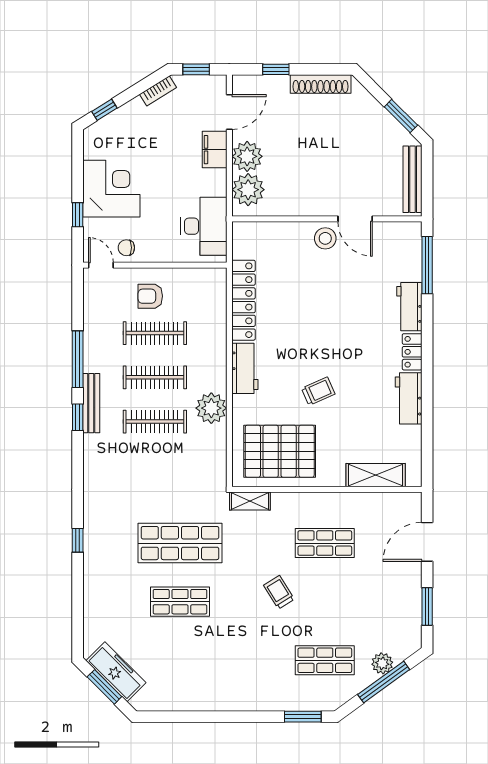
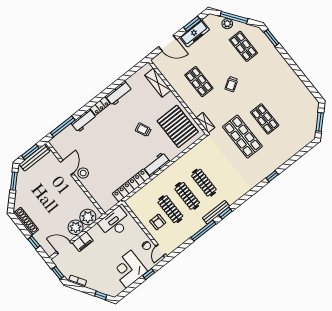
window: (427, 180) -> (30, 152), added
plant: (211, 408) -> (182, 165), removed
freezer: (116, 672) -> (195, 33), moved, turned -135

